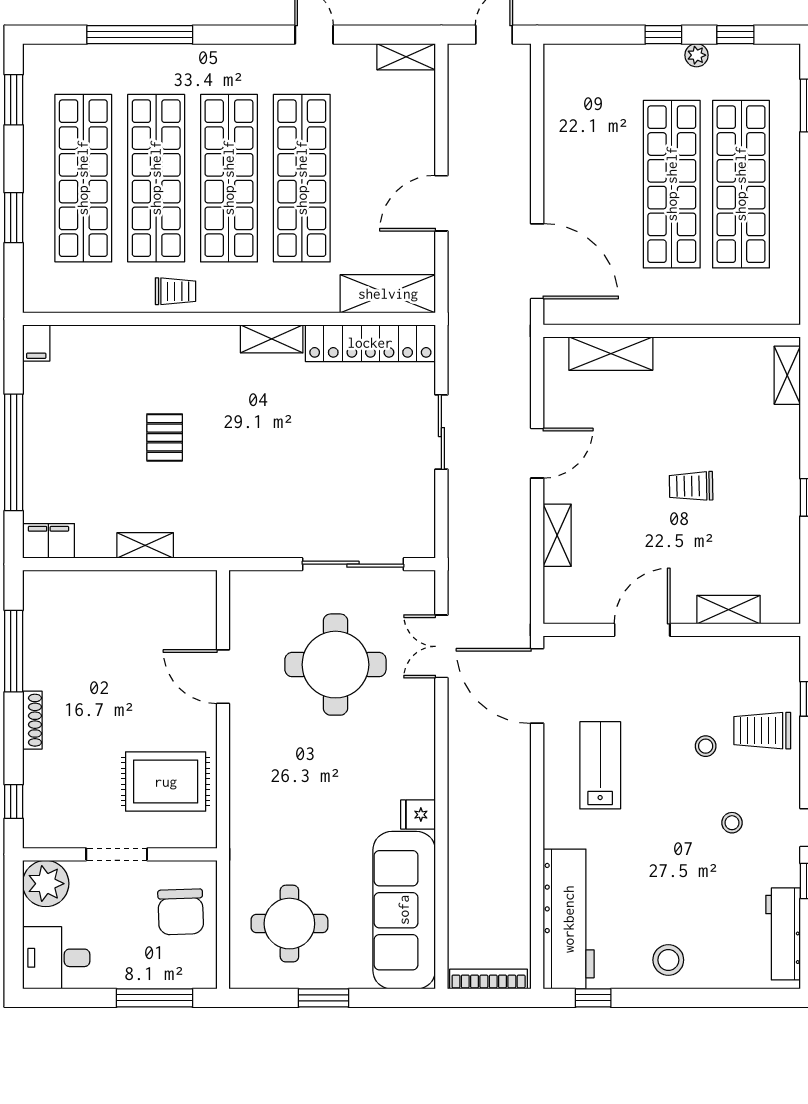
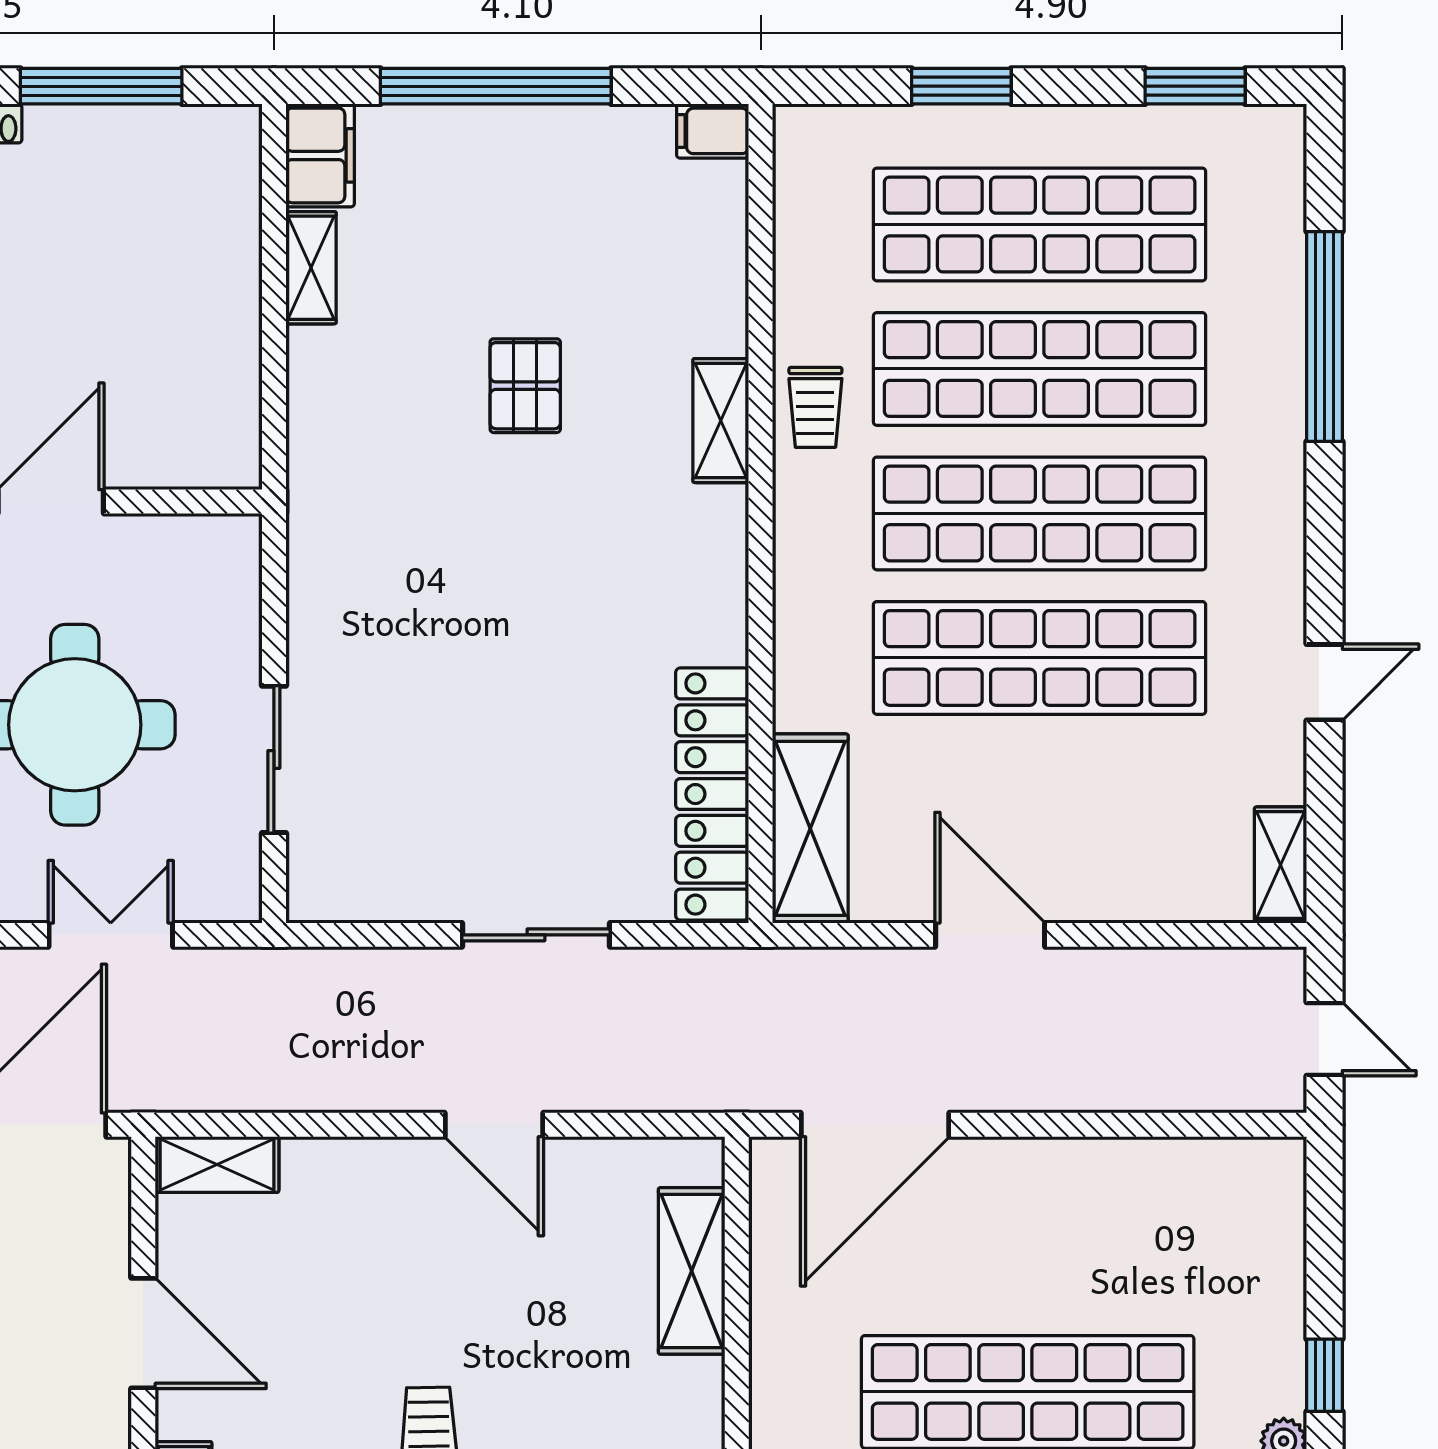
shelving: (272, 339) -> (721, 421), moved
pallet: (165, 437) -> (525, 386), turned 90
shelving: (557, 535) -> (217, 1164), moved
shelving: (145, 545) -> (311, 268), moved
sliding door: (353, 564) -> (274, 759), width x0.73

